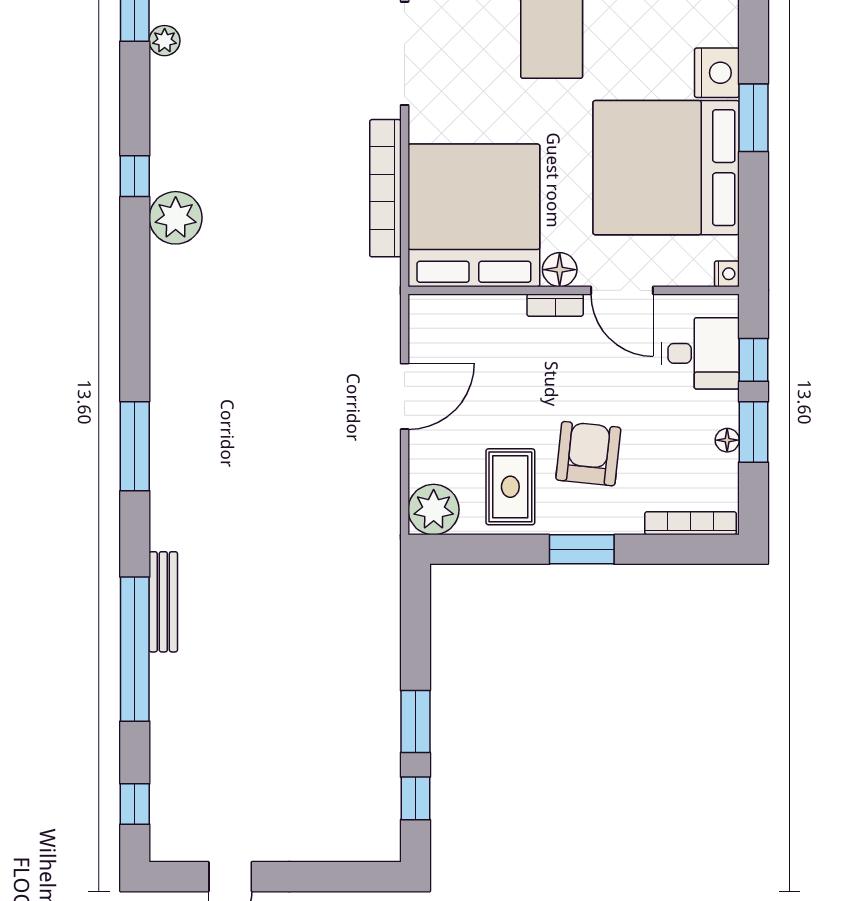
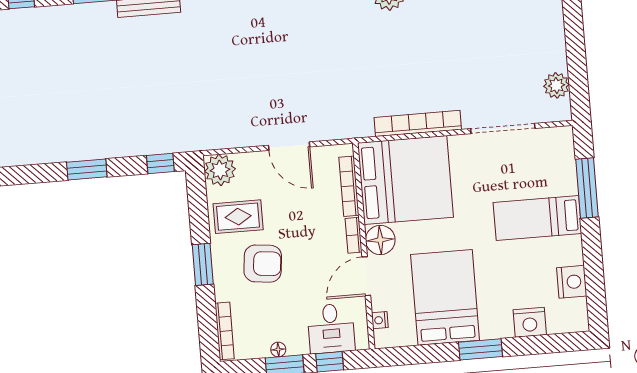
nightstand: (717, 73) -> (530, 322), moved
bed: (666, 168) -> (445, 297), width x0.73
floor lamp: (560, 270) -> (380, 240), width x1.38, depth x1.38
nightstand: (727, 274) -> (380, 320), moved, turned 90
bookcase: (476, 306) -> (349, 186), added
window: (415, 798) -> (160, 163), moved

